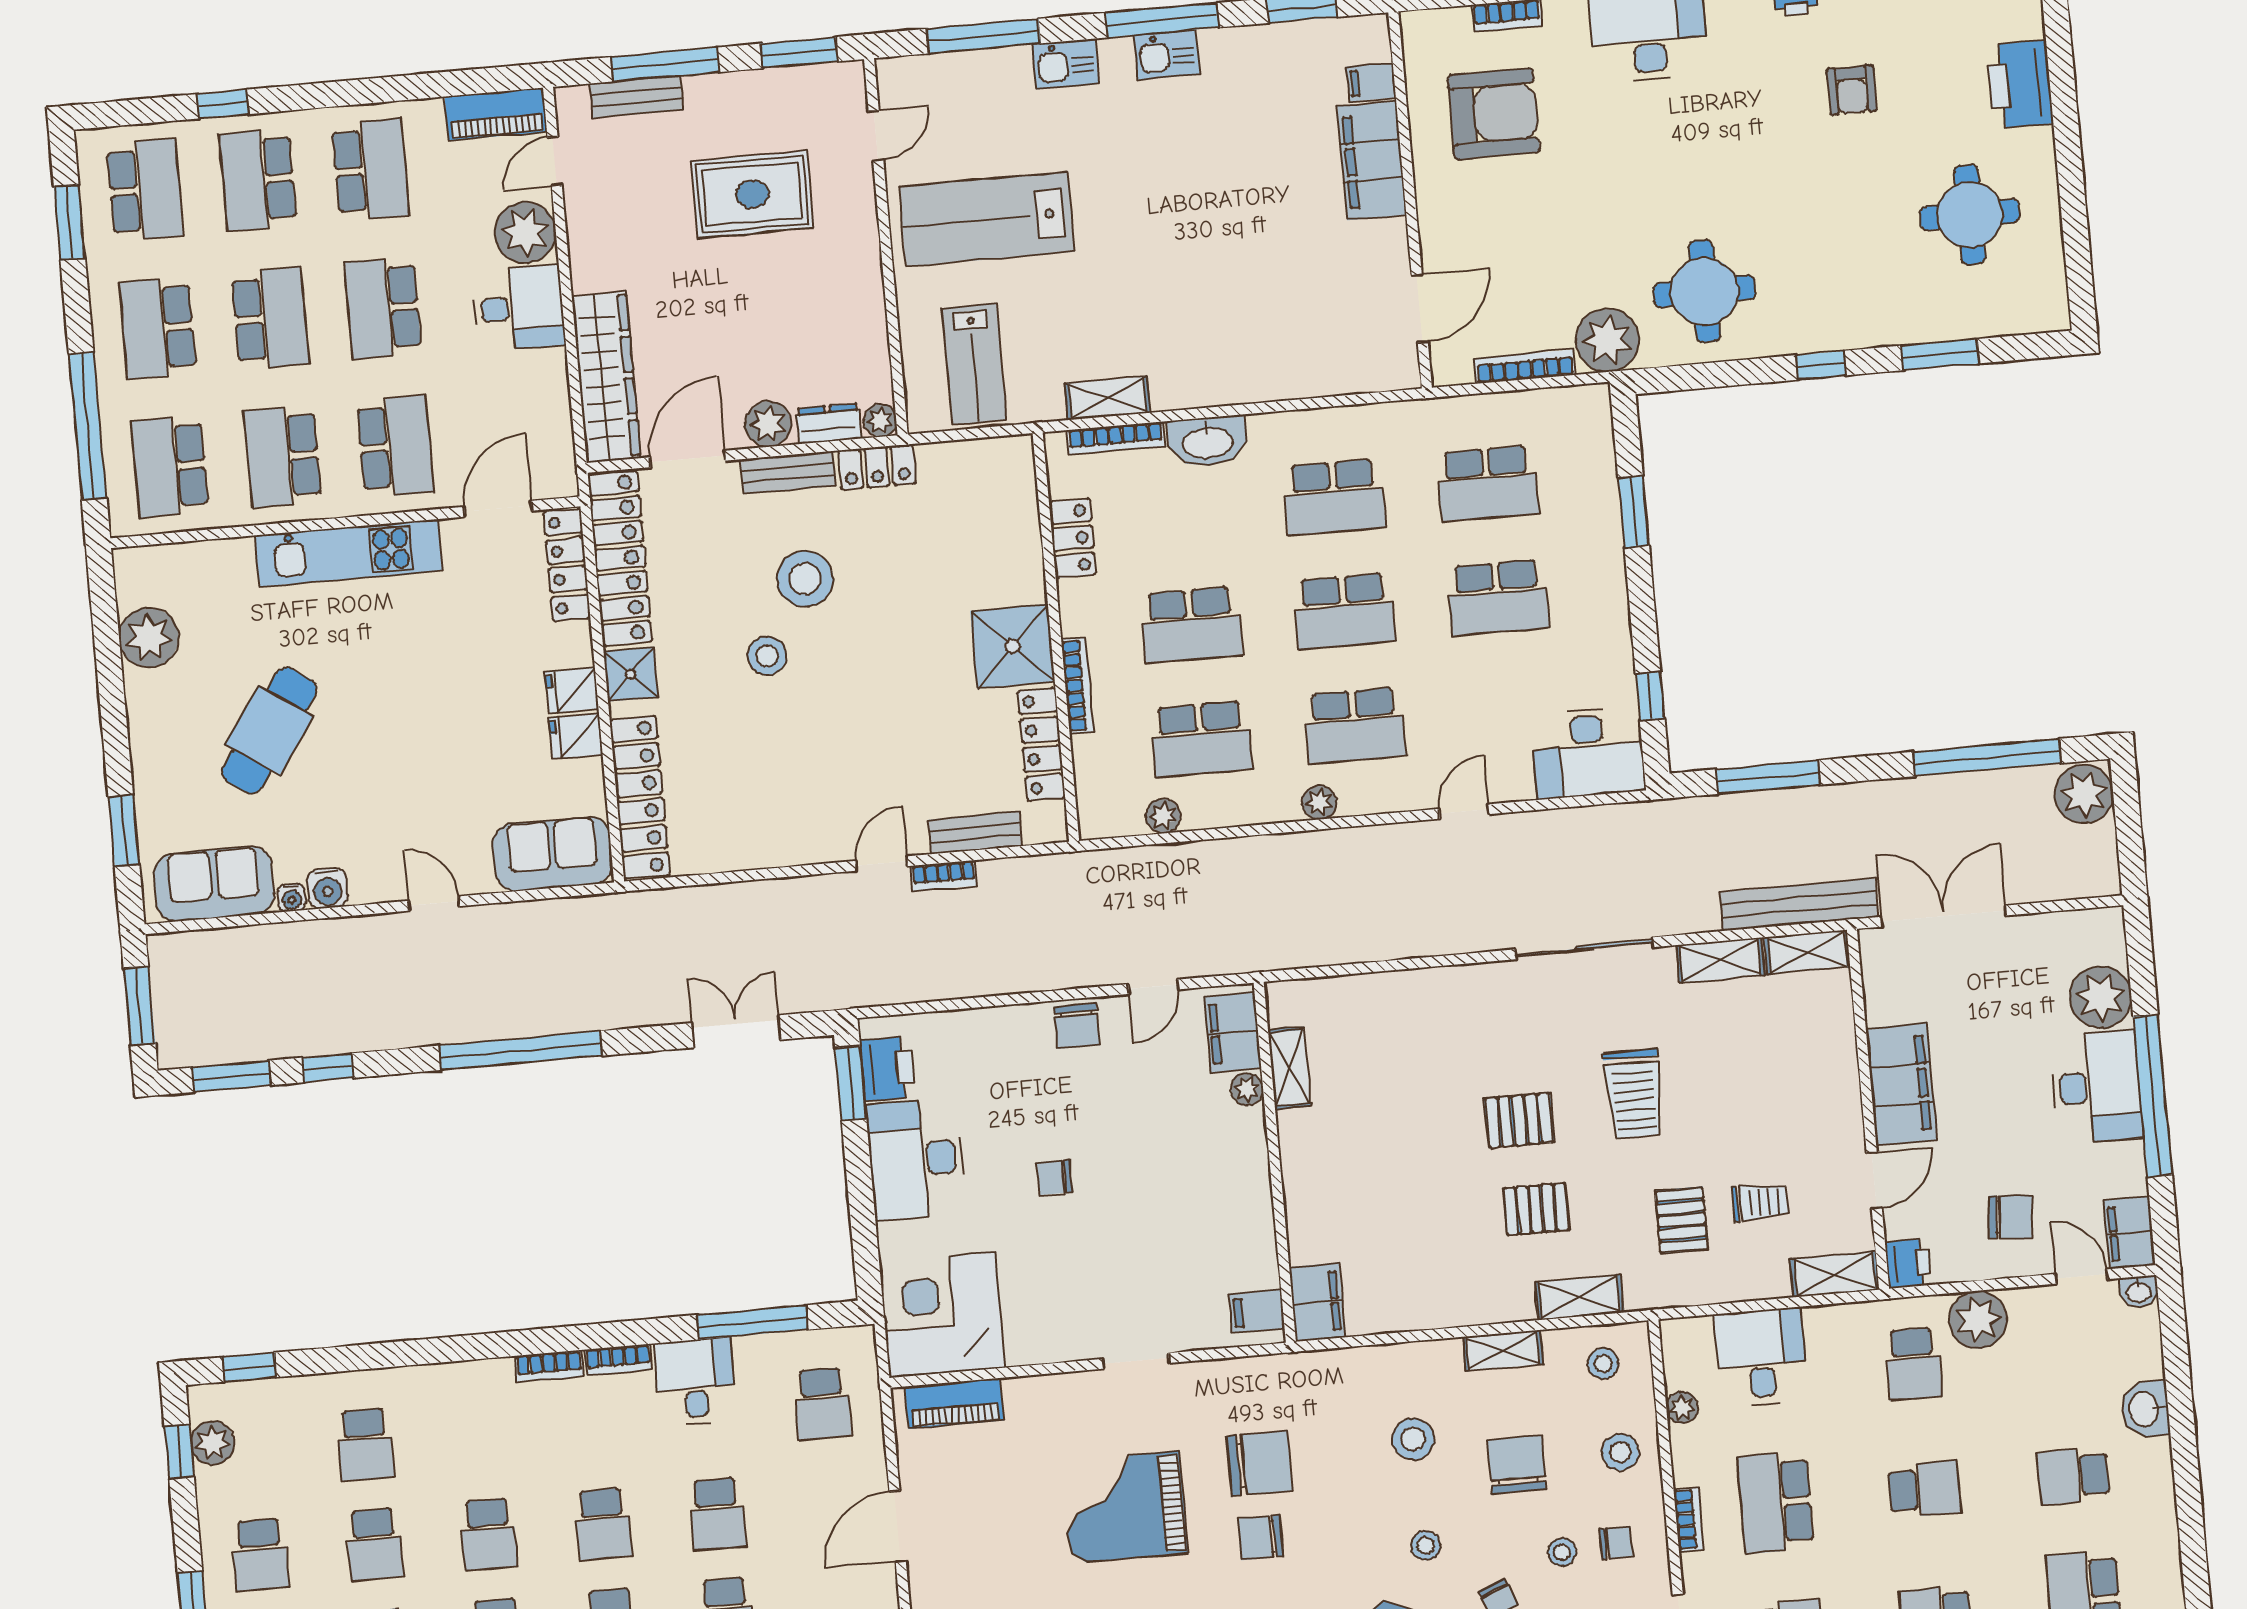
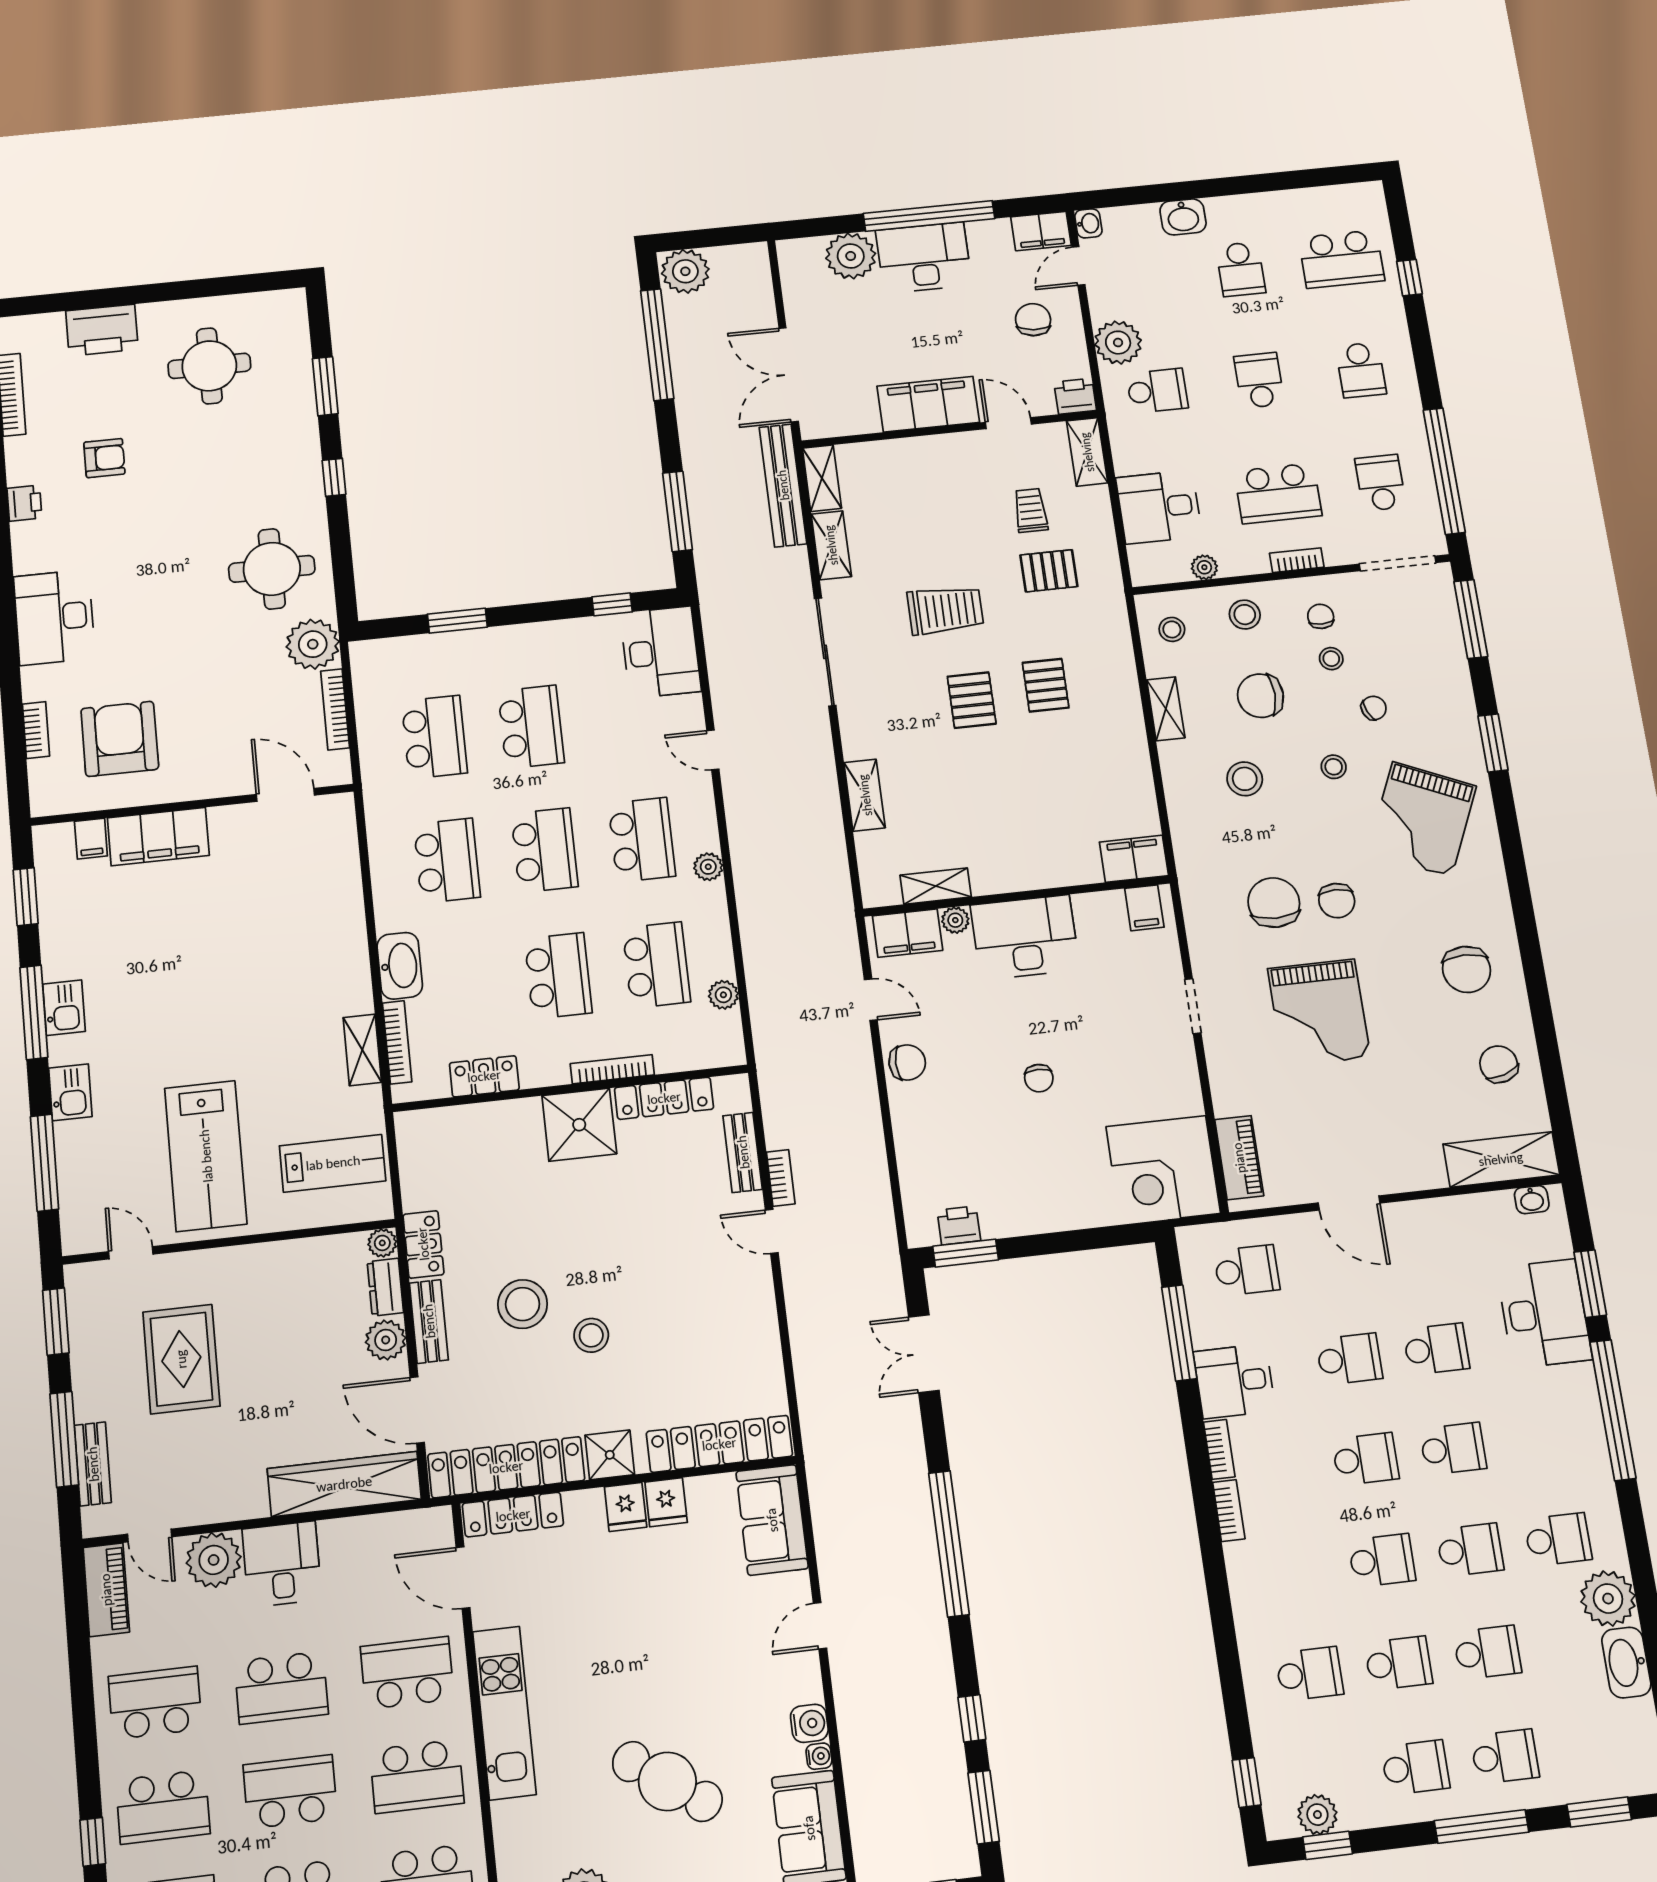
printer: (887, 1069) -> (959, 1225), width x0.73, depth x0.81
desk: (916, 1159) -> (1025, 937), moved, turned 180
shelving: (1579, 1297) -> (865, 795), moved

